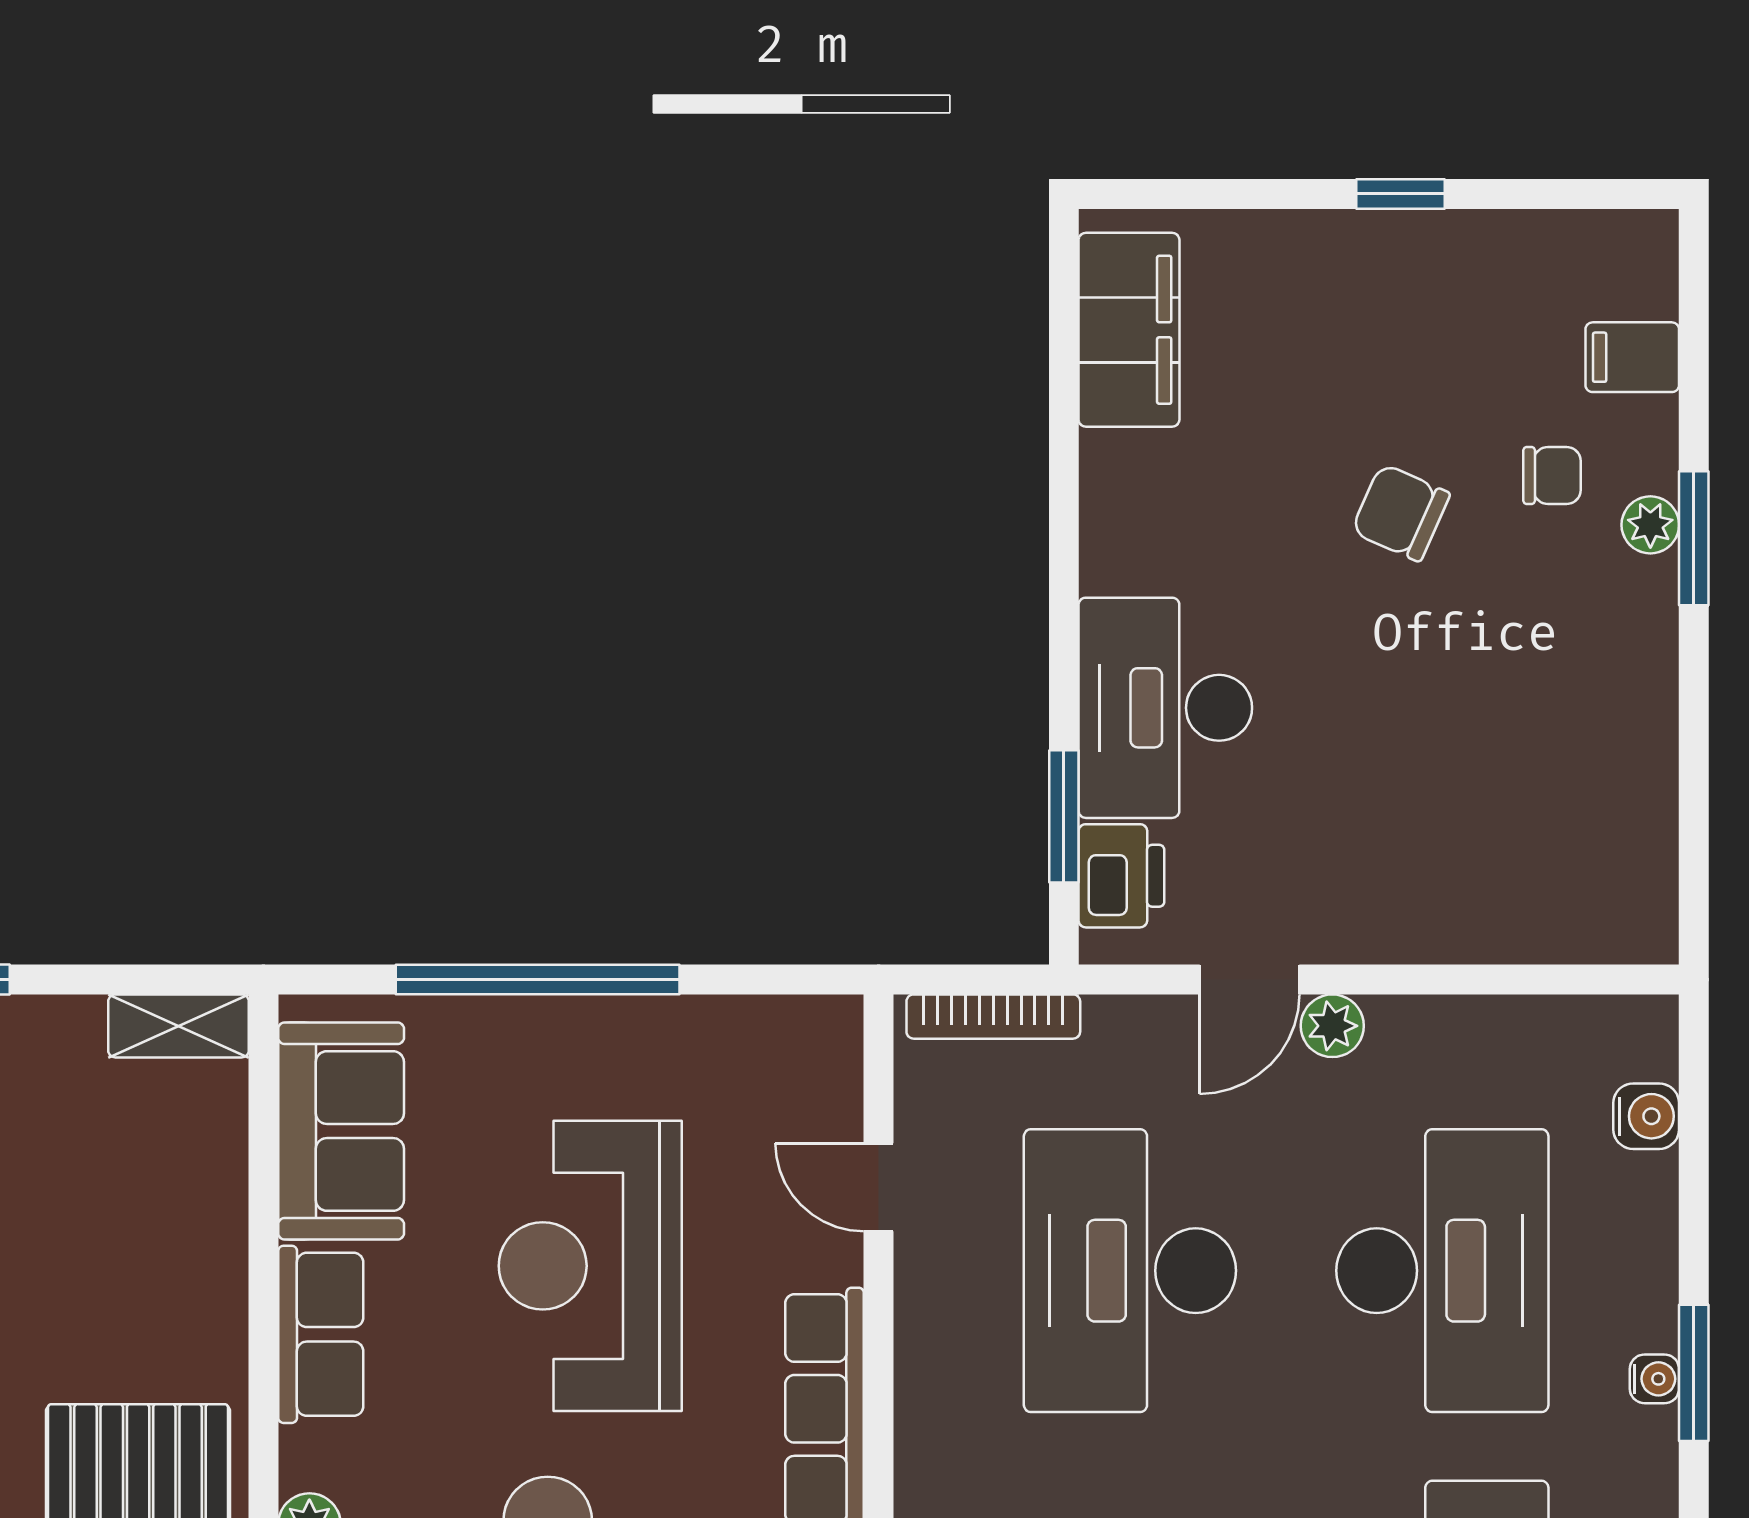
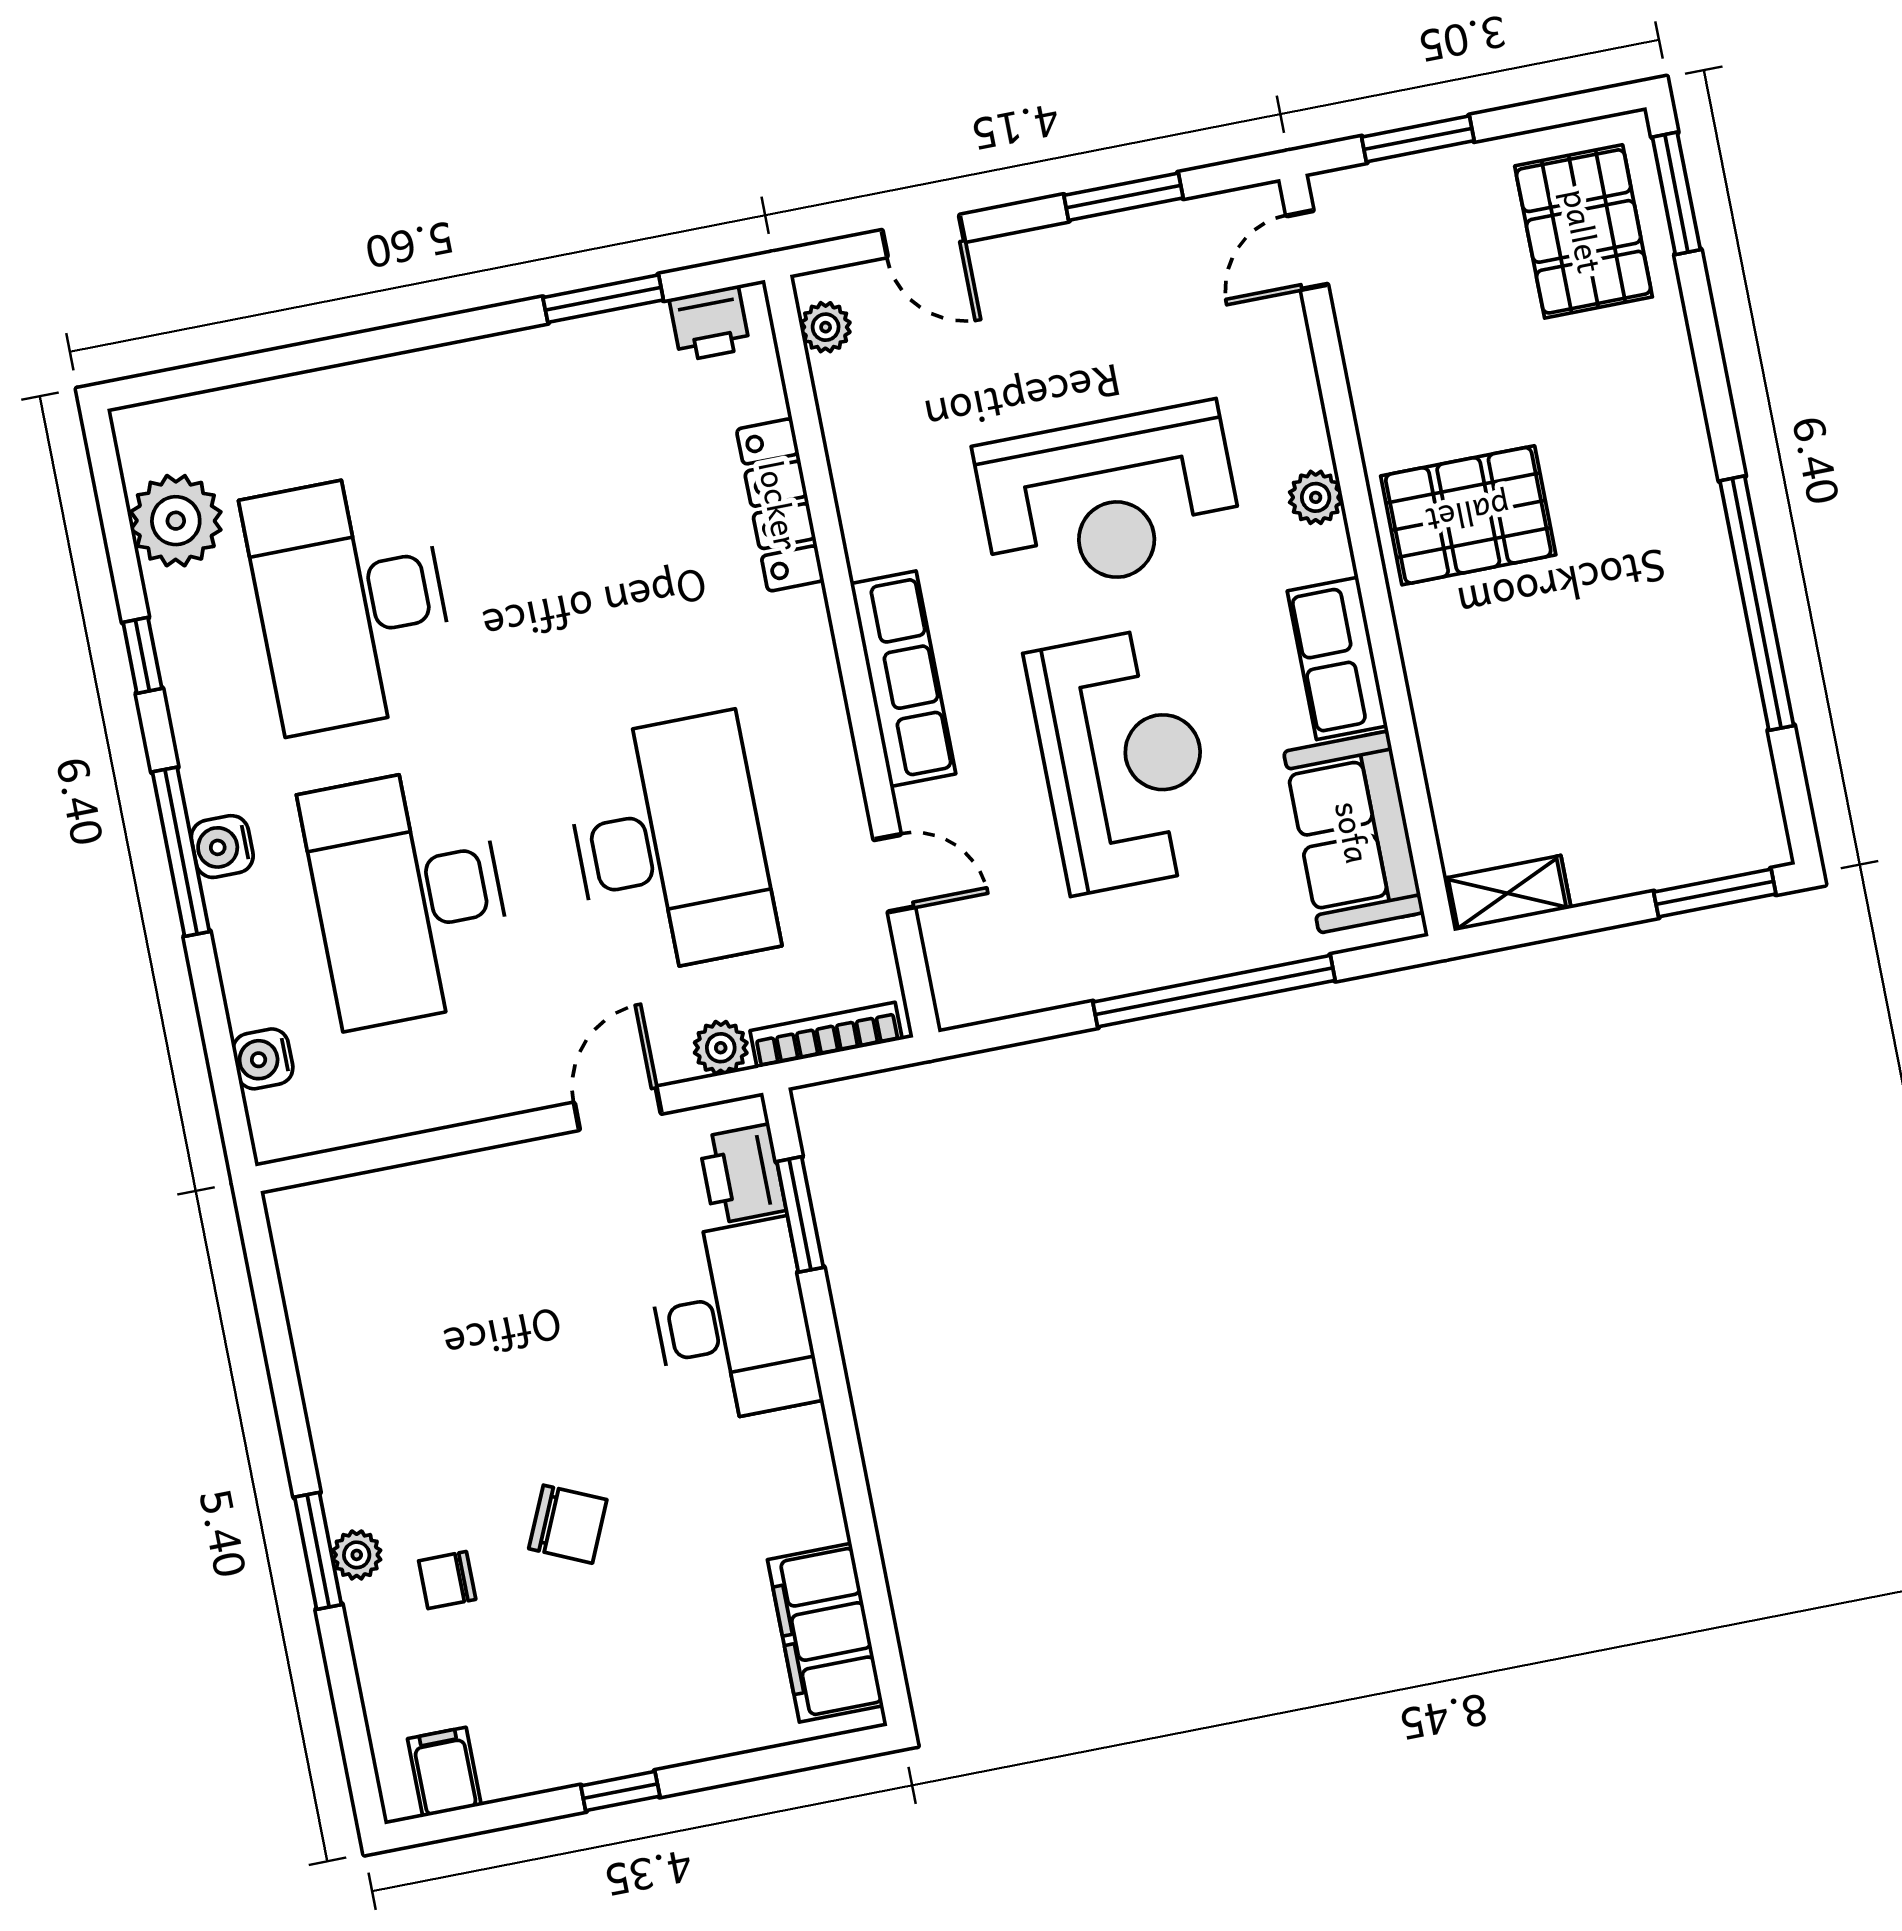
filing cabinet: (1632, 357) -> (444, 1772), moved, turned -90
plant: (1332, 1026) -> (721, 1048), moved
window: (1694, 1373) -> (181, 852), width x1.44
water cooler: (1654, 1379) -> (222, 847), width x1.38, depth x1.38

